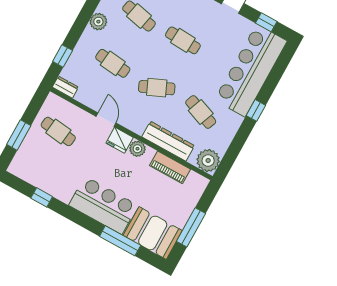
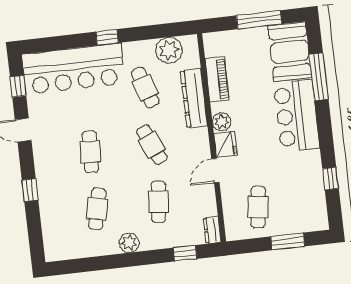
cafe table: (201, 112) -> (145, 88), turned -39
plant: (208, 161) -> (169, 50), moved

